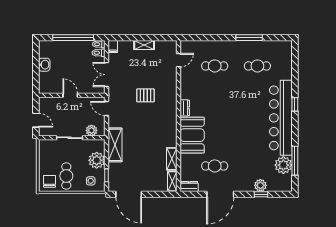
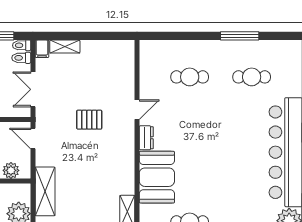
shelving: (144, 45) -> (65, 47), moved
door: (178, 60) -> (137, 110), moved

